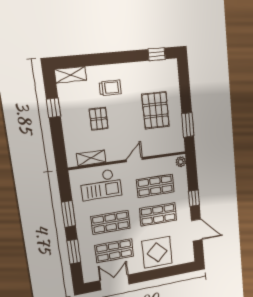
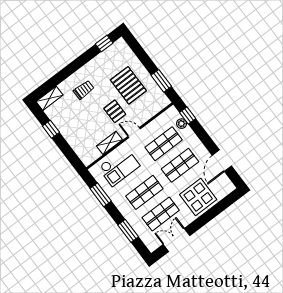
pallet: (99, 119) -> (115, 111), moved
shelving: (91, 158) -> (110, 143), moved
door: (134, 160) -> (134, 133), hinge flipped
plant: (181, 162) -> (182, 124), moved
window: (194, 198) -> (188, 115), moved
window: (68, 214) -> (101, 195), moved
door: (197, 230) -> (222, 161), swing flipped

